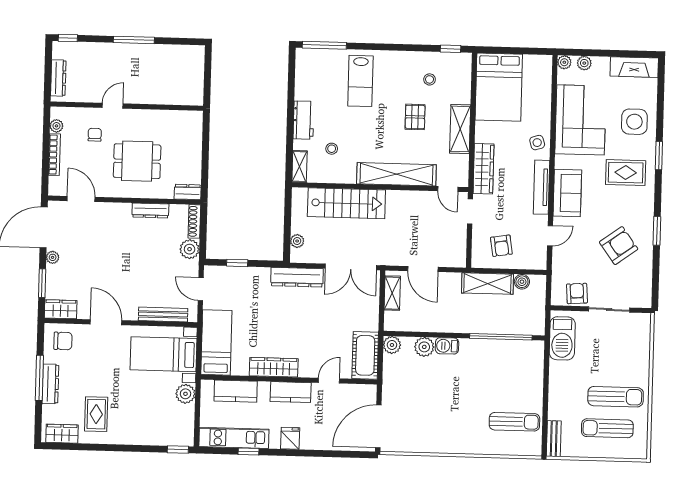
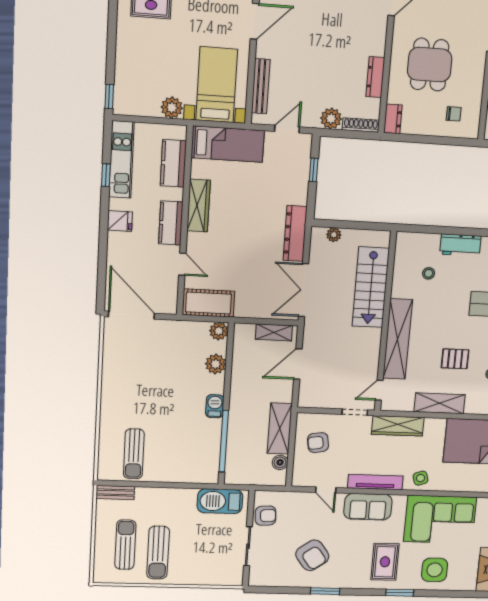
chair: (95, 135) -> (454, 114), moved
shelving: (299, 166) -> (412, 239), removed
barbecue: (447, 346) -> (215, 406), moved

